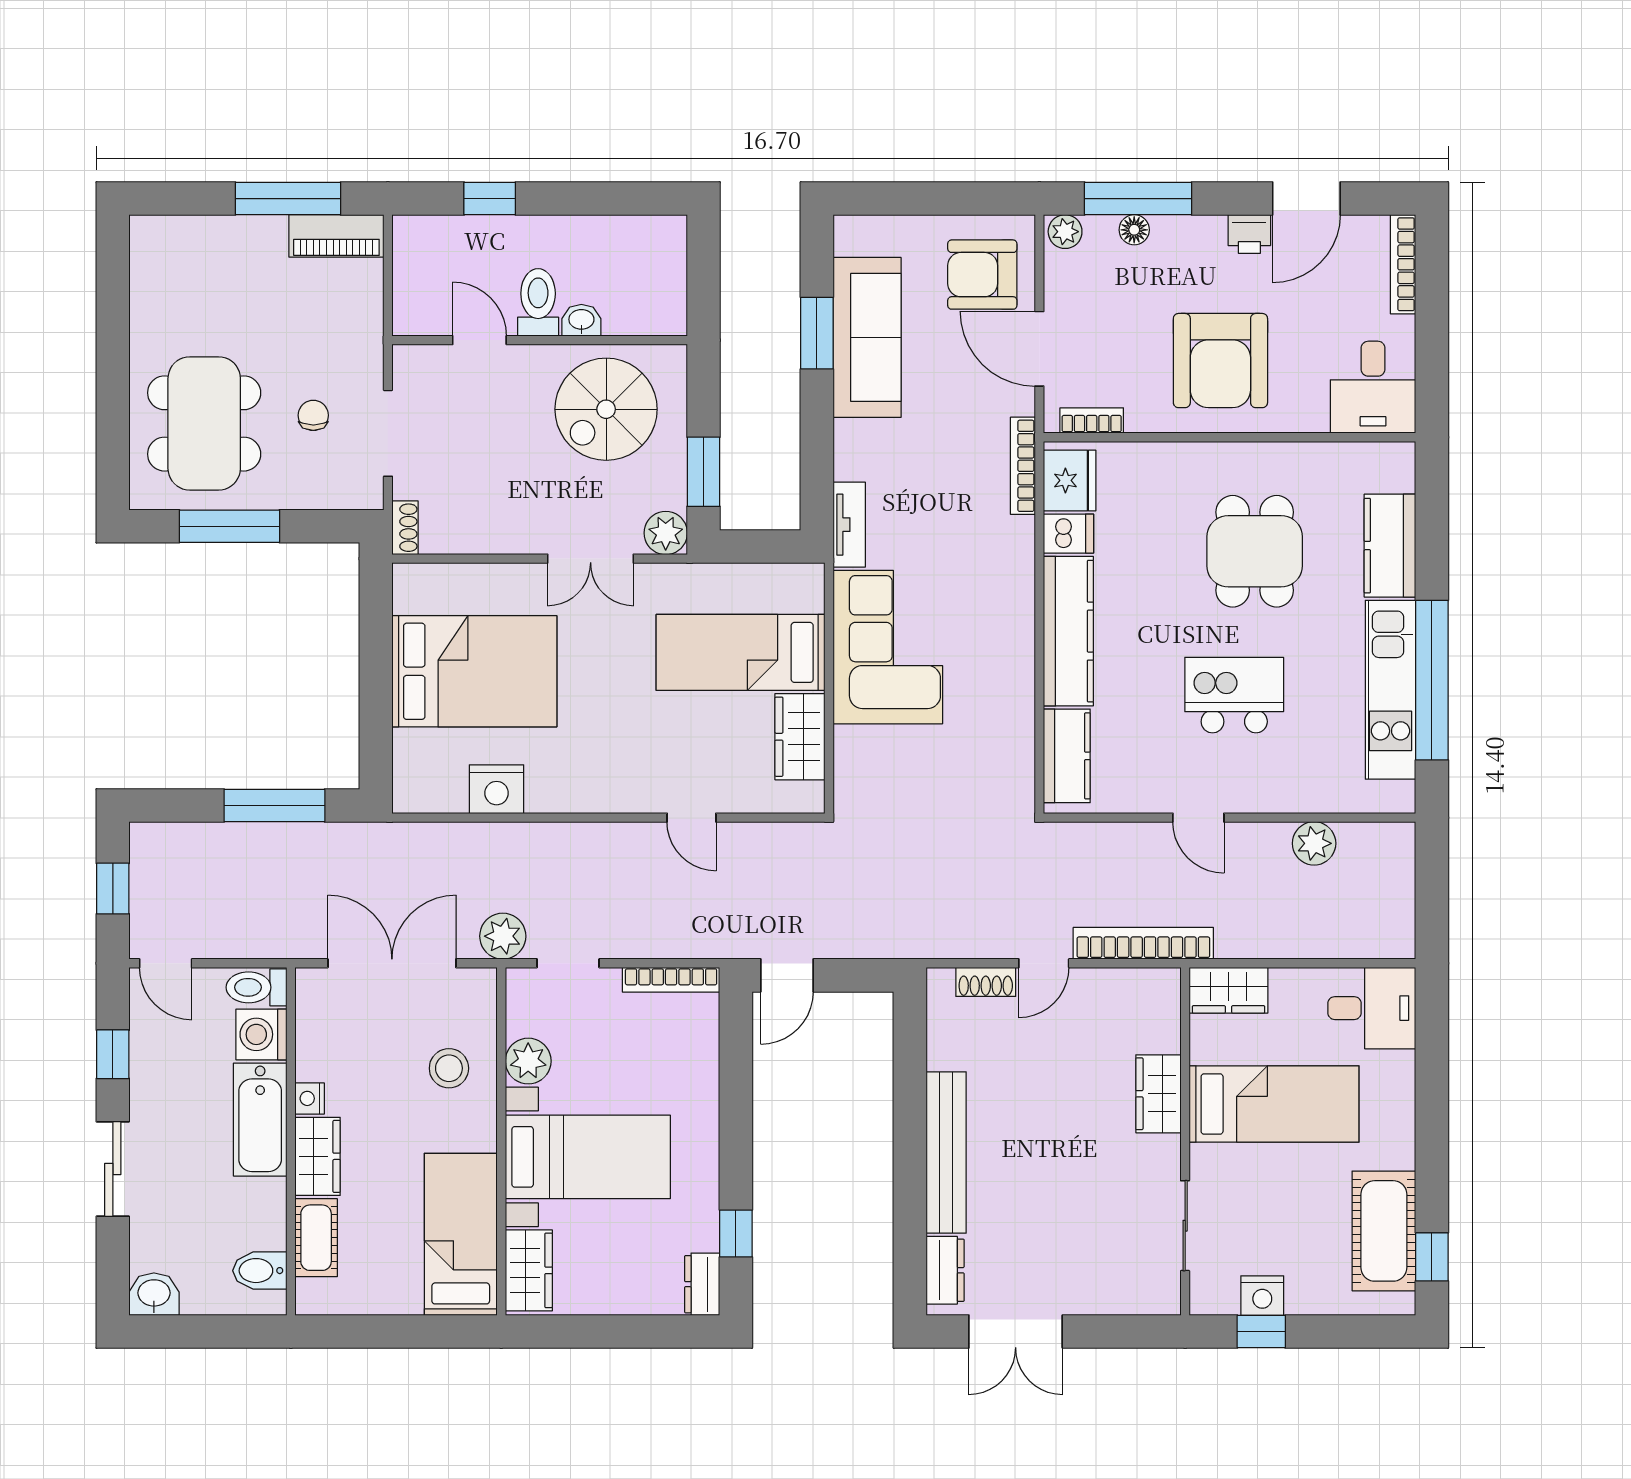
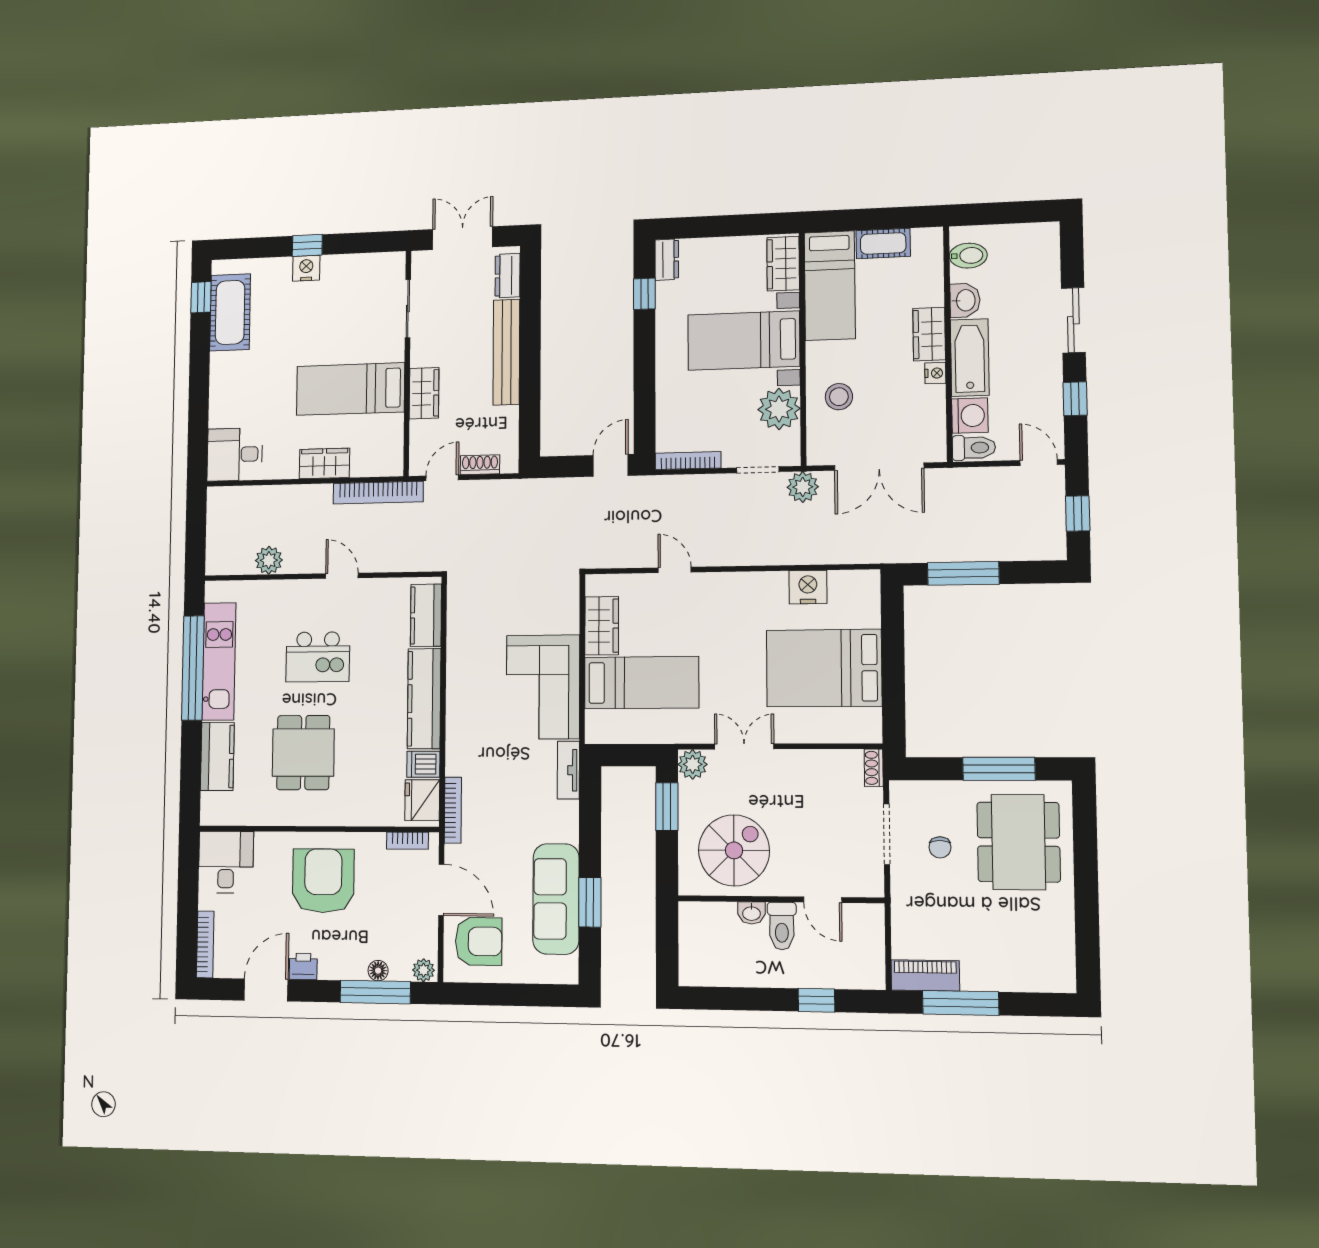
plant: (528, 1061) -> (779, 409), width x1.36, depth x1.36
wardrobe: (1158, 1094) -> (424, 393), moved
bed: (1274, 1104) -> (350, 389), moved
wall: (1185, 1141) -> (407, 363), moved
sliding door: (1185, 1226) -> (408, 309), moved
cot: (316, 1238) -> (883, 244), moved, turned 90
washbasin: (154, 1294) -> (965, 300), moved, turned -90

